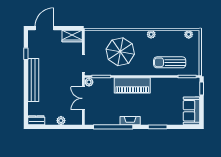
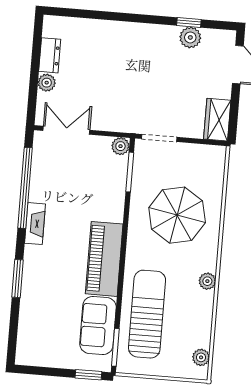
plant: (33, 52) -> (190, 37), added
sun lounger: (170, 62) -> (147, 314), width x1.36, depth x1.34
bench: (33, 80) -> (134, 33), removed
piano: (132, 85) -> (104, 259), moved
double door: (83, 98) -> (66, 130), moved
sofa: (191, 111) -> (98, 325), moved, turned -90
dresser: (36, 120) -> (50, 55), moved

